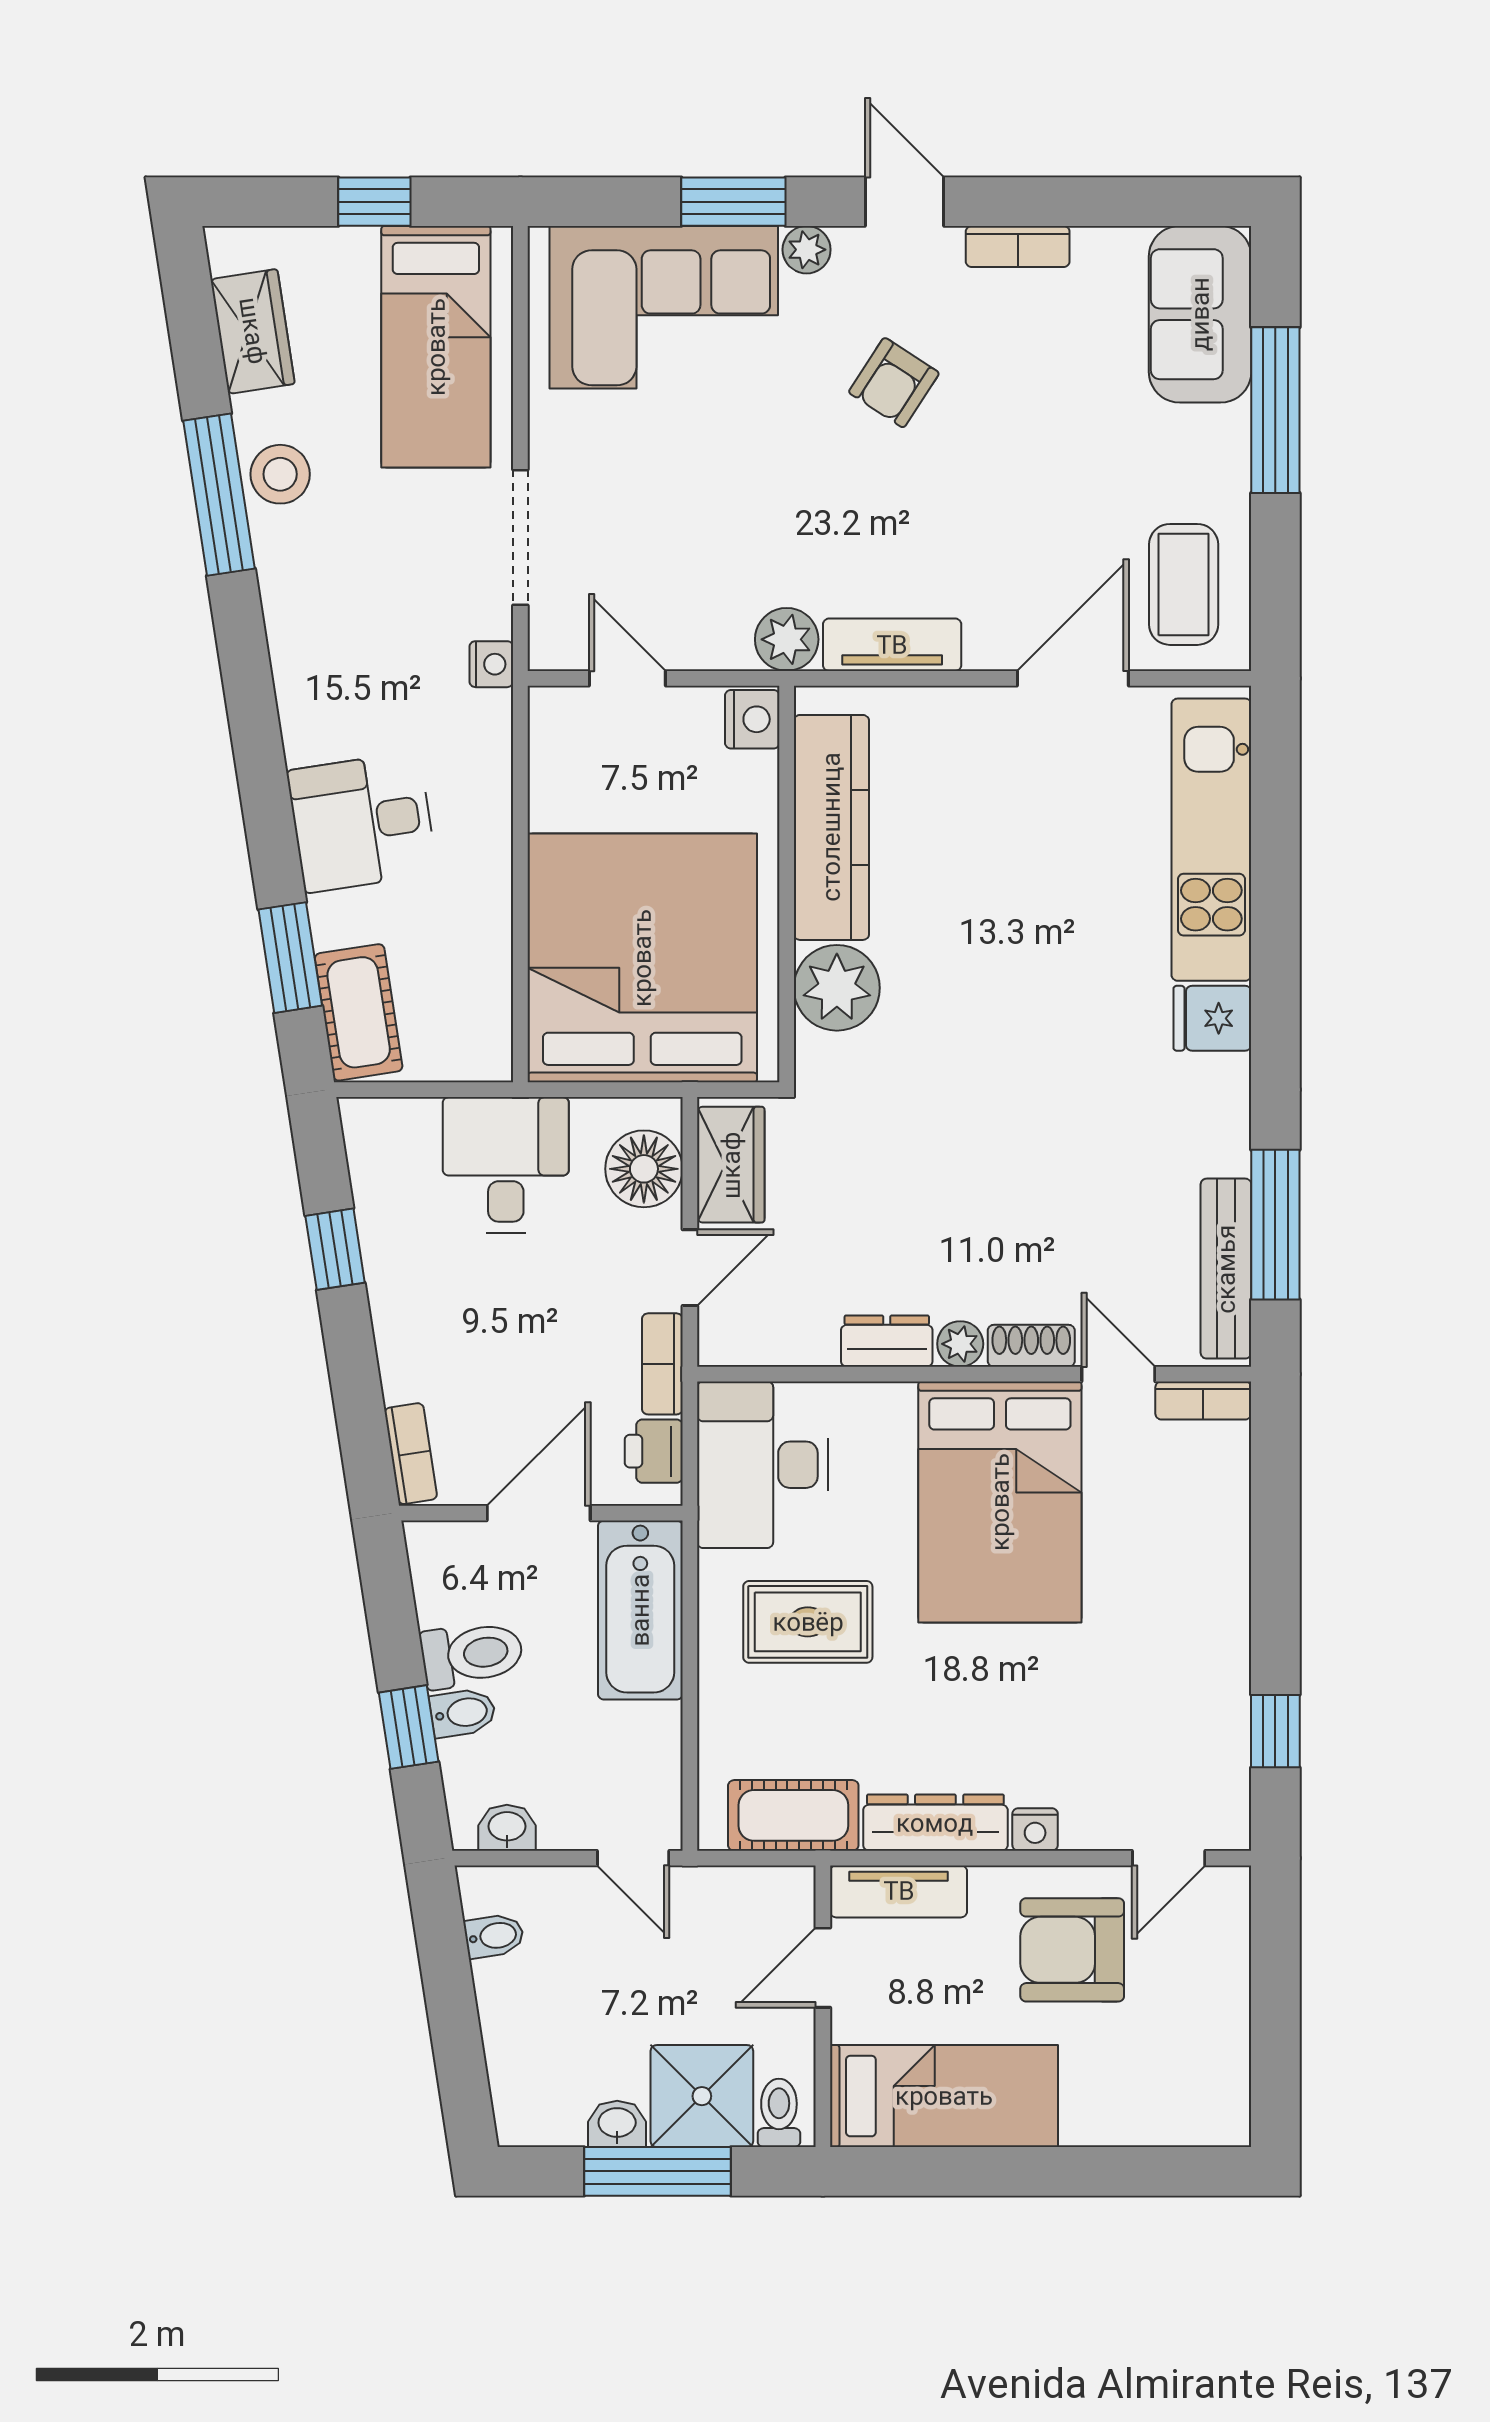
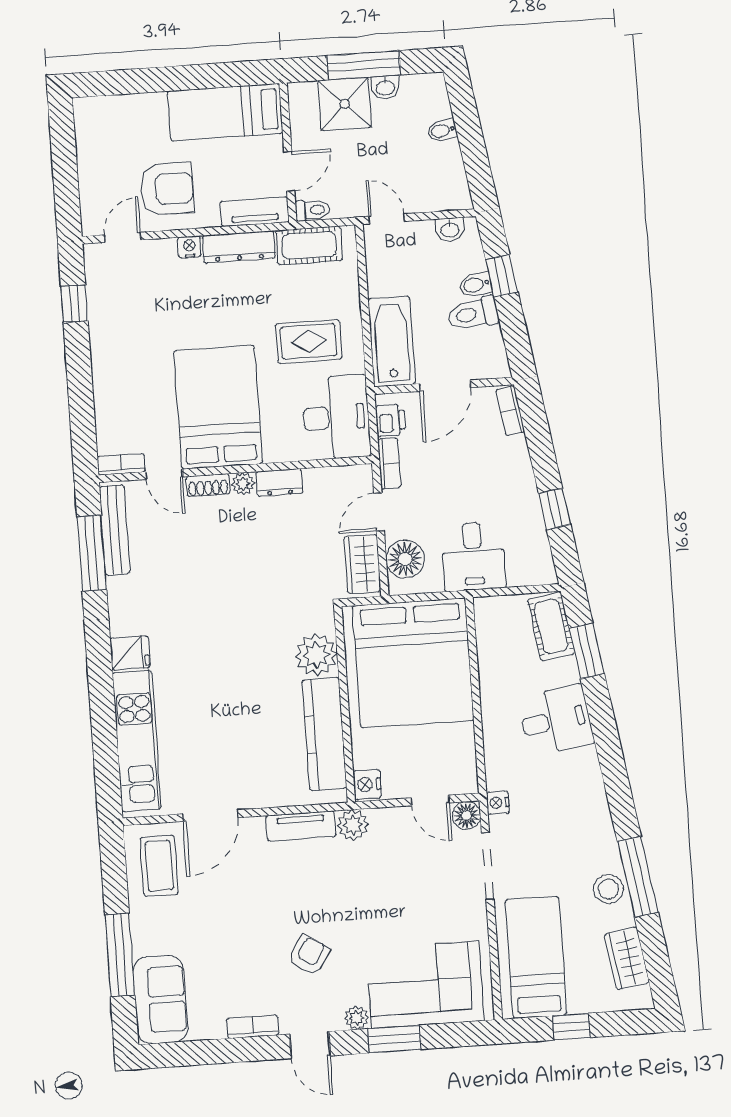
floor lamp: (556, 643) -> (467, 815), added
bidet: (494, 1936) -> (442, 131), moved
toilet: (779, 2113) -> (313, 210), moved, turned -90

